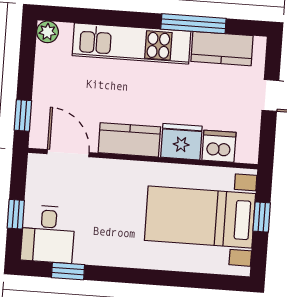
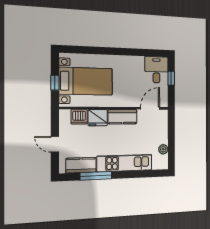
plant: (47, 32) -> (163, 149), moved
window: (23, 115) -> (171, 124), removed
door: (68, 153) -> (150, 108), swing flipped
window: (68, 271) -> (146, 53), removed

